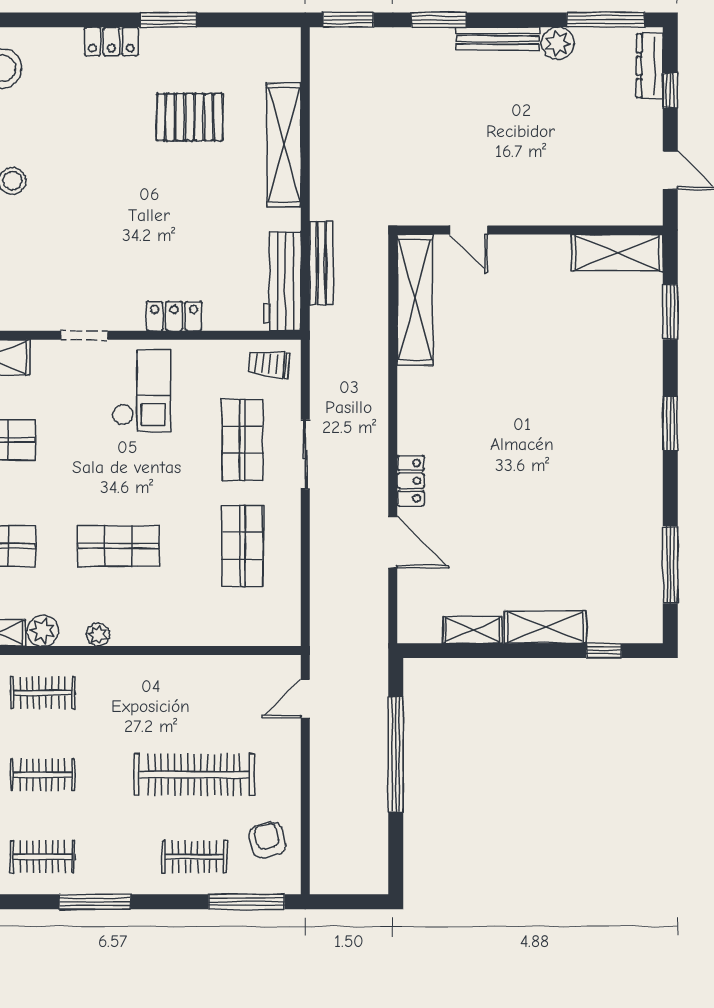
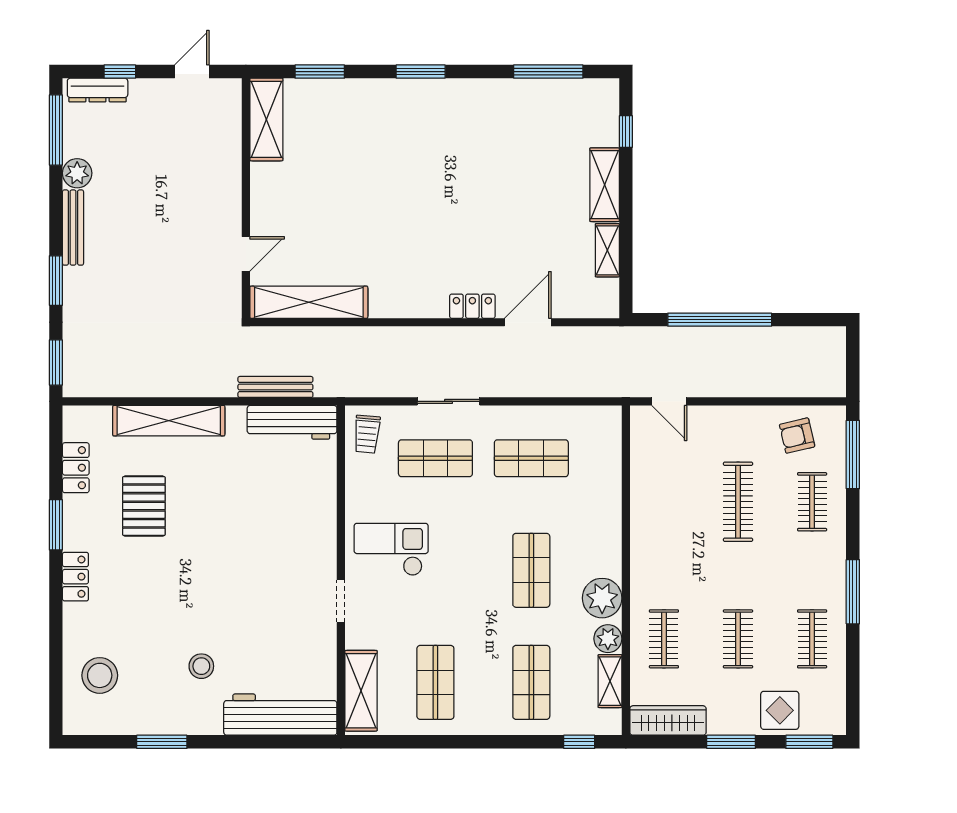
locker: (174, 316) -> (76, 468), moved, turned 180
plant: (98, 635) -> (602, 598), width x1.88, depth x1.88
clothes rail: (194, 775) -> (738, 502), width x0.73, depth x0.76

